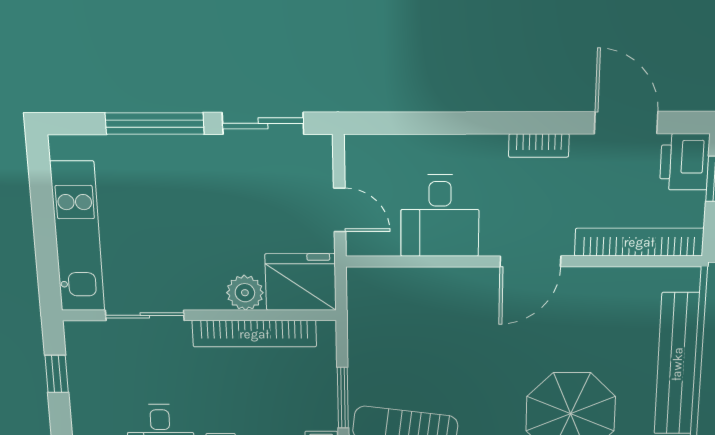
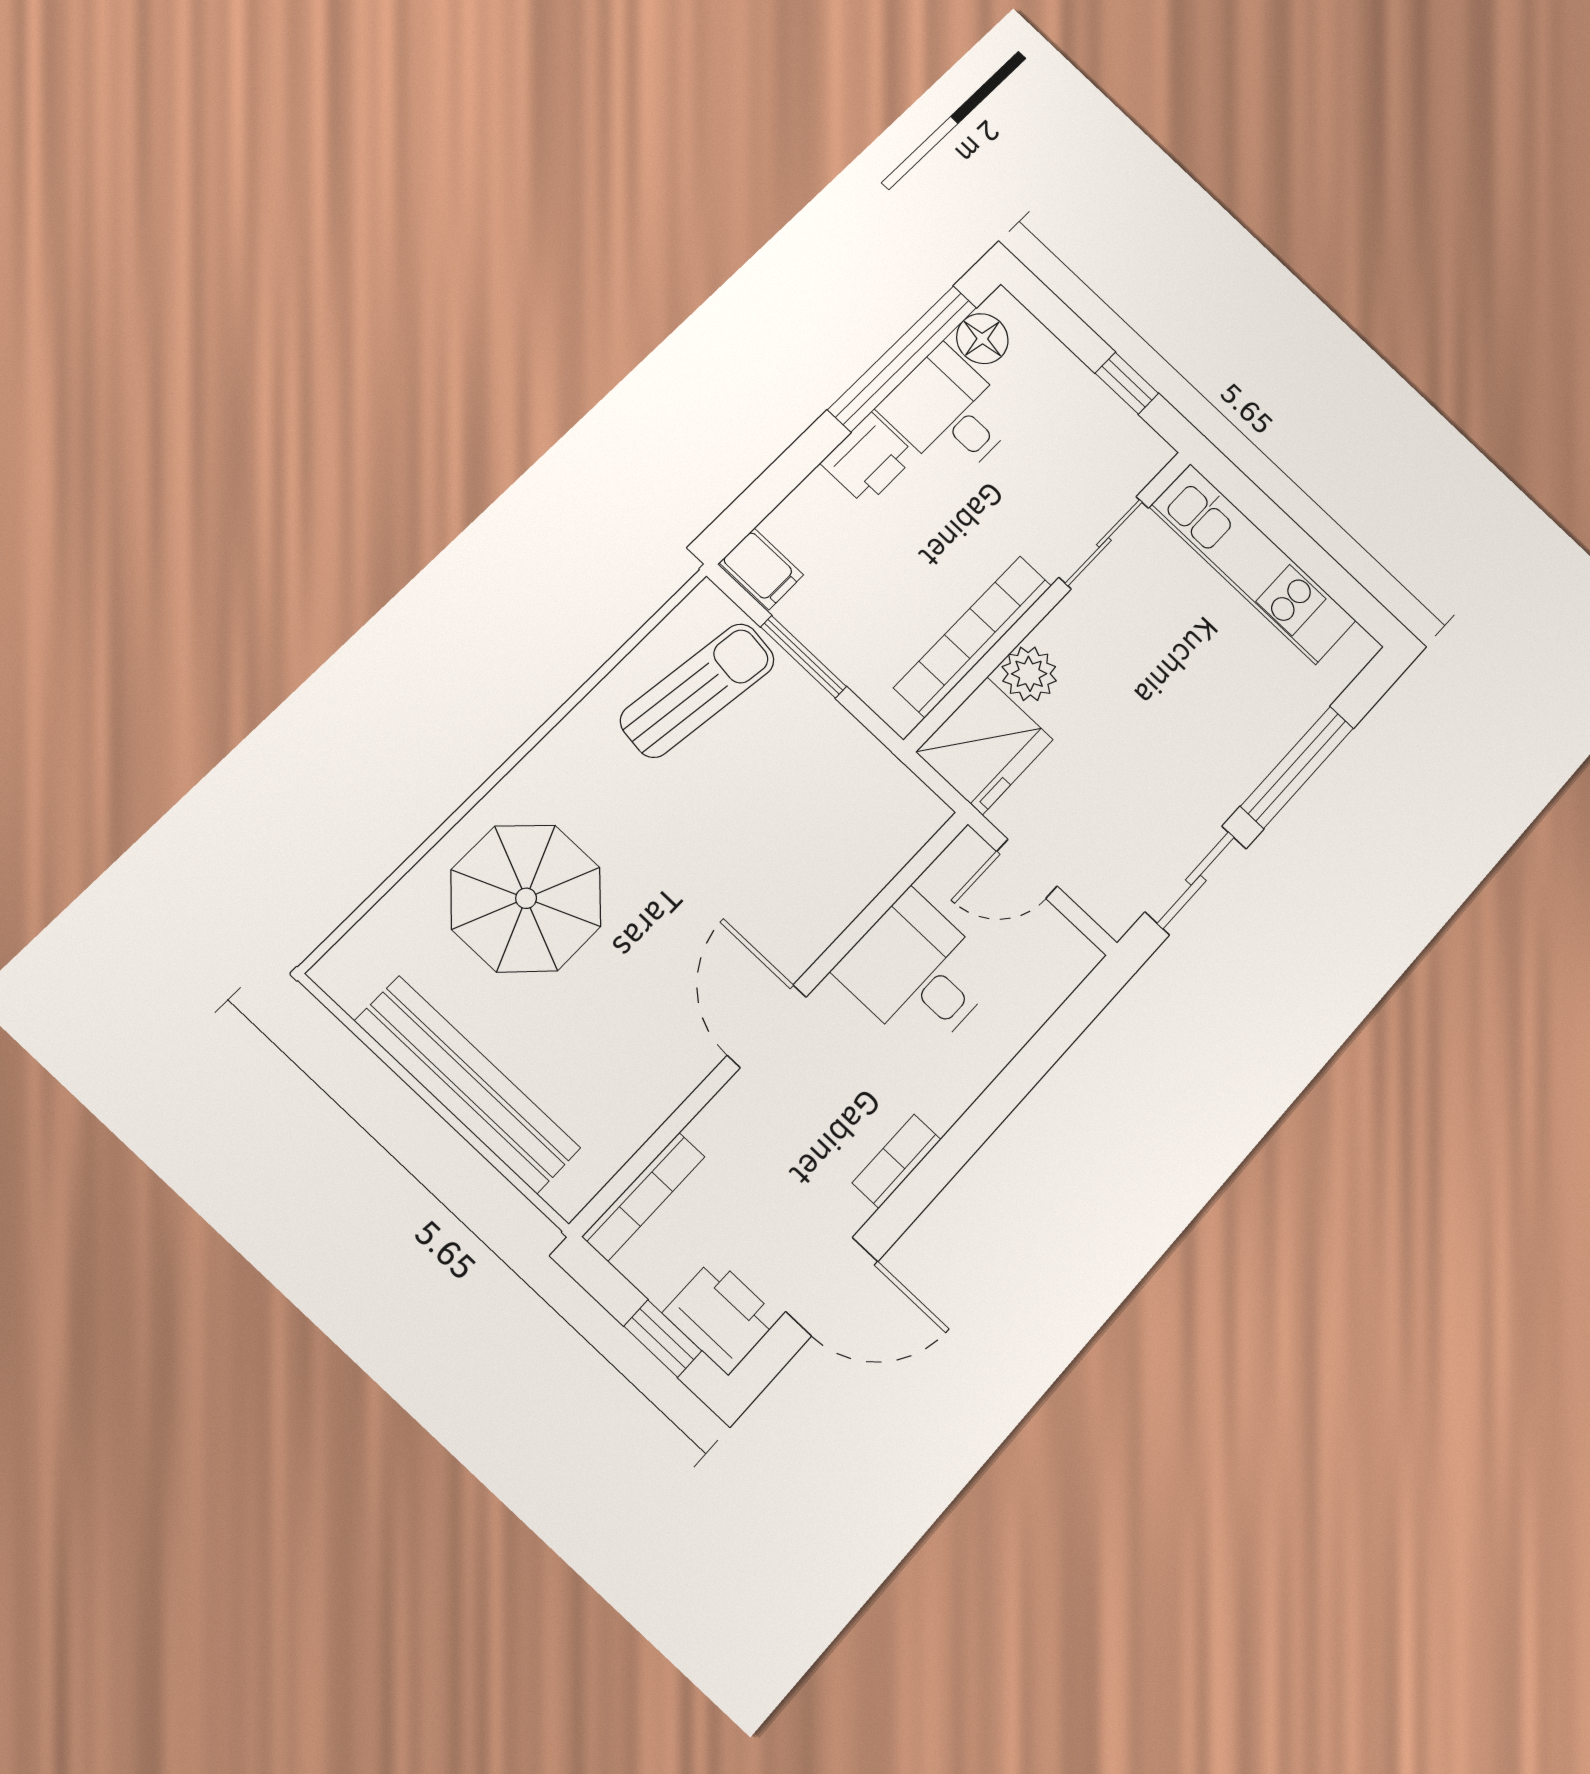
bookcase: (639, 242) -> (644, 1197), width x0.68, depth x0.76

